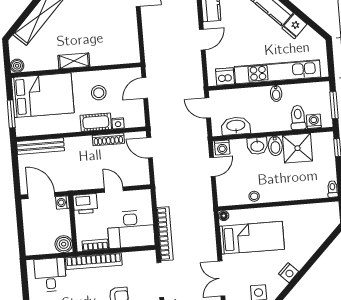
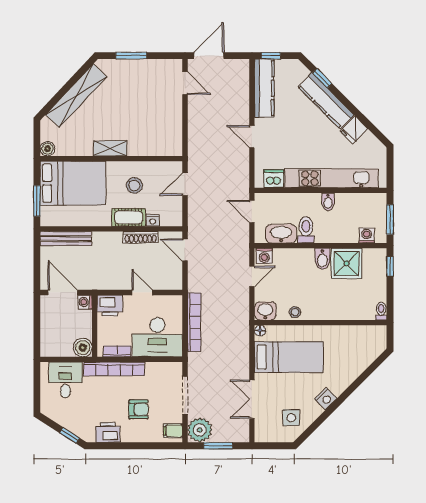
door: (202, 40) -> (252, 137), swing flipped
toilet: (298, 117) -> (306, 230), moved
washbasin: (257, 146) -> (265, 311), moved, turned 180
bookcase: (165, 234) -> (194, 322), moved

